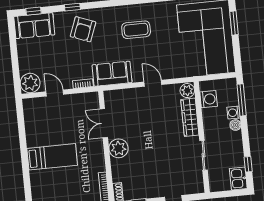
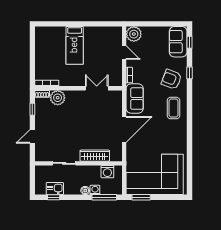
window: (234, 23) -> (141, 197), moved
coffee table: (136, 30) -> (174, 108), moved
door: (153, 83) -> (124, 129), width x1.87
plant: (187, 91) -> (116, 156), removed
door: (55, 93) -> (124, 52), hinge flipped
plant: (119, 148) -> (58, 98), moved
kitchen sink: (238, 178) -> (55, 189), moved

